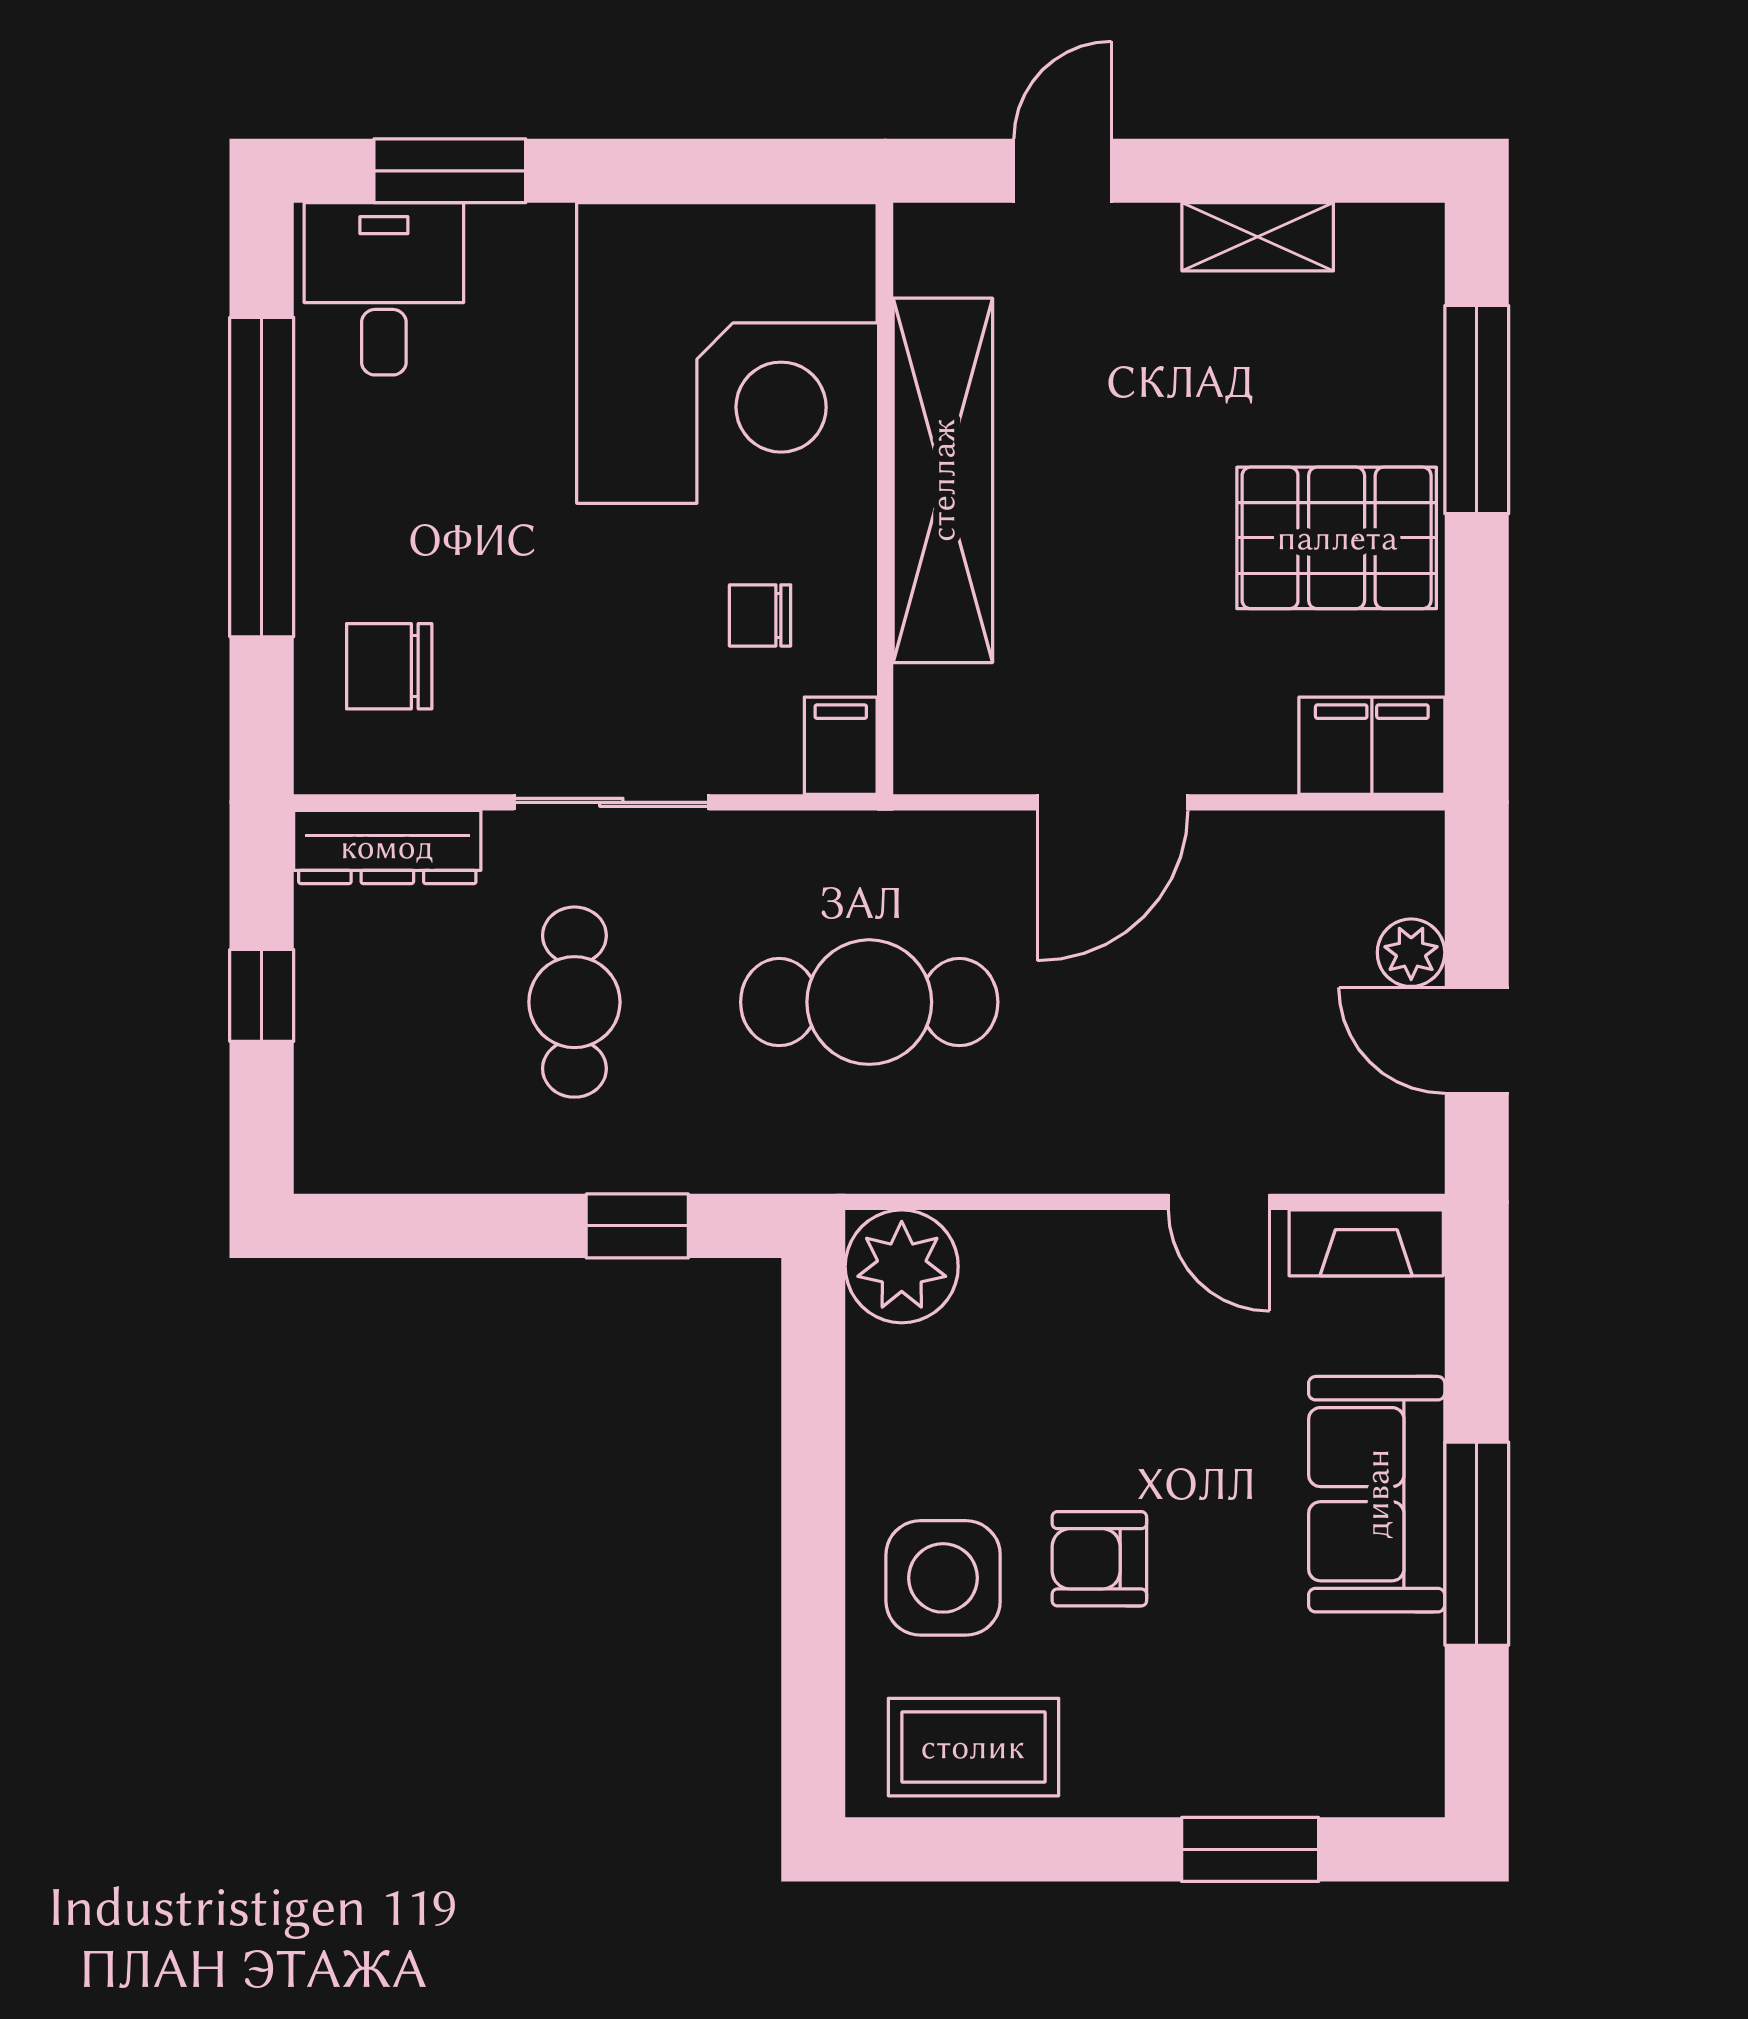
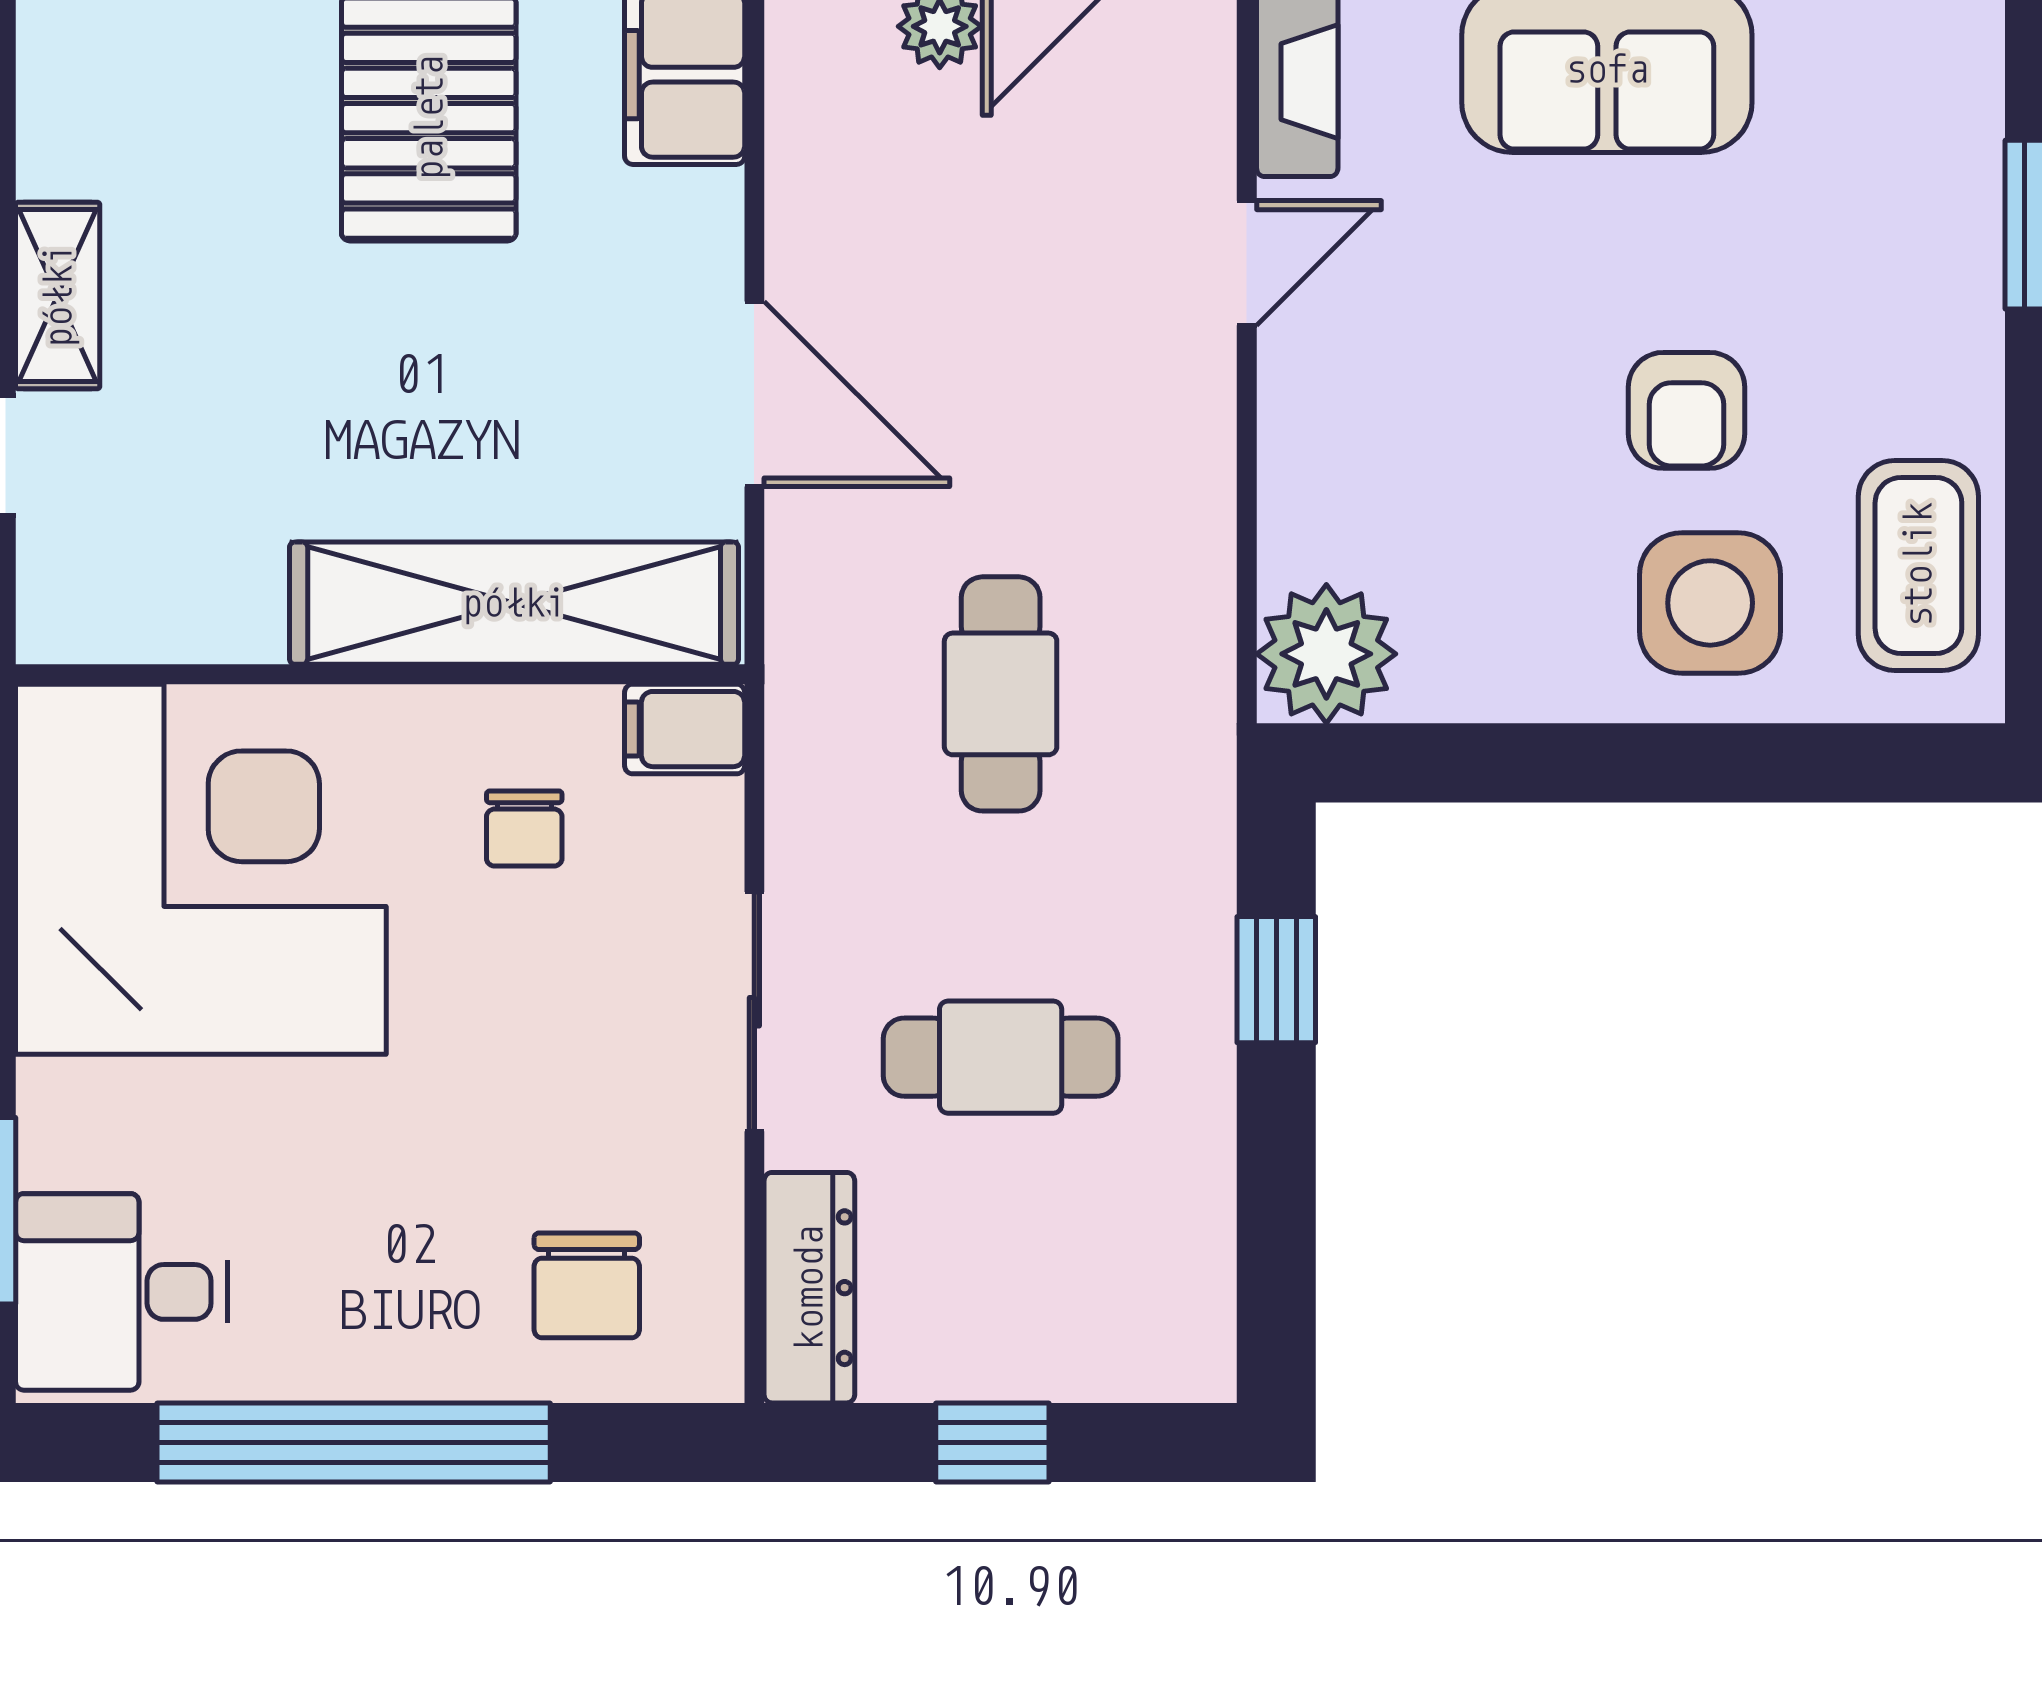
shelving: (1258, 237) -> (58, 296), moved
shelving: (943, 480) -> (514, 603), moved
cafe table: (869, 1002) -> (1001, 694), width x0.73, depth x0.74

